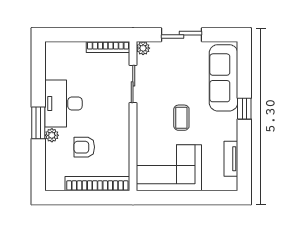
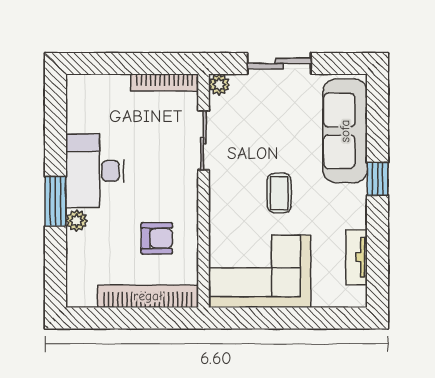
armchair: (84, 147) -> (157, 238), moved, turned 180

